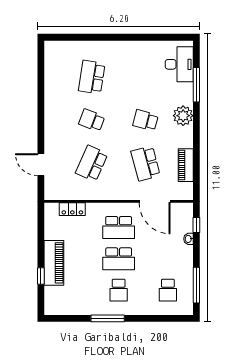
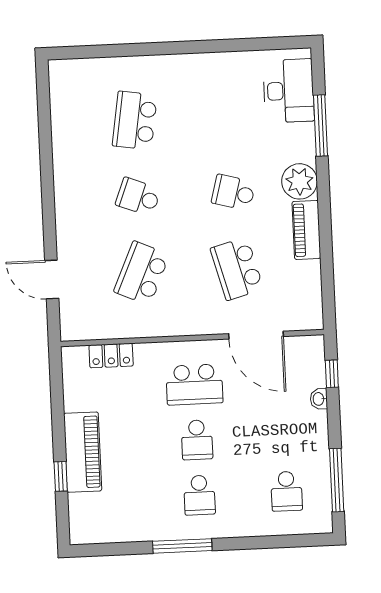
piano: (186, 165) -> (306, 230), moved
school desk: (119, 259) -> (197, 440), width x0.54

